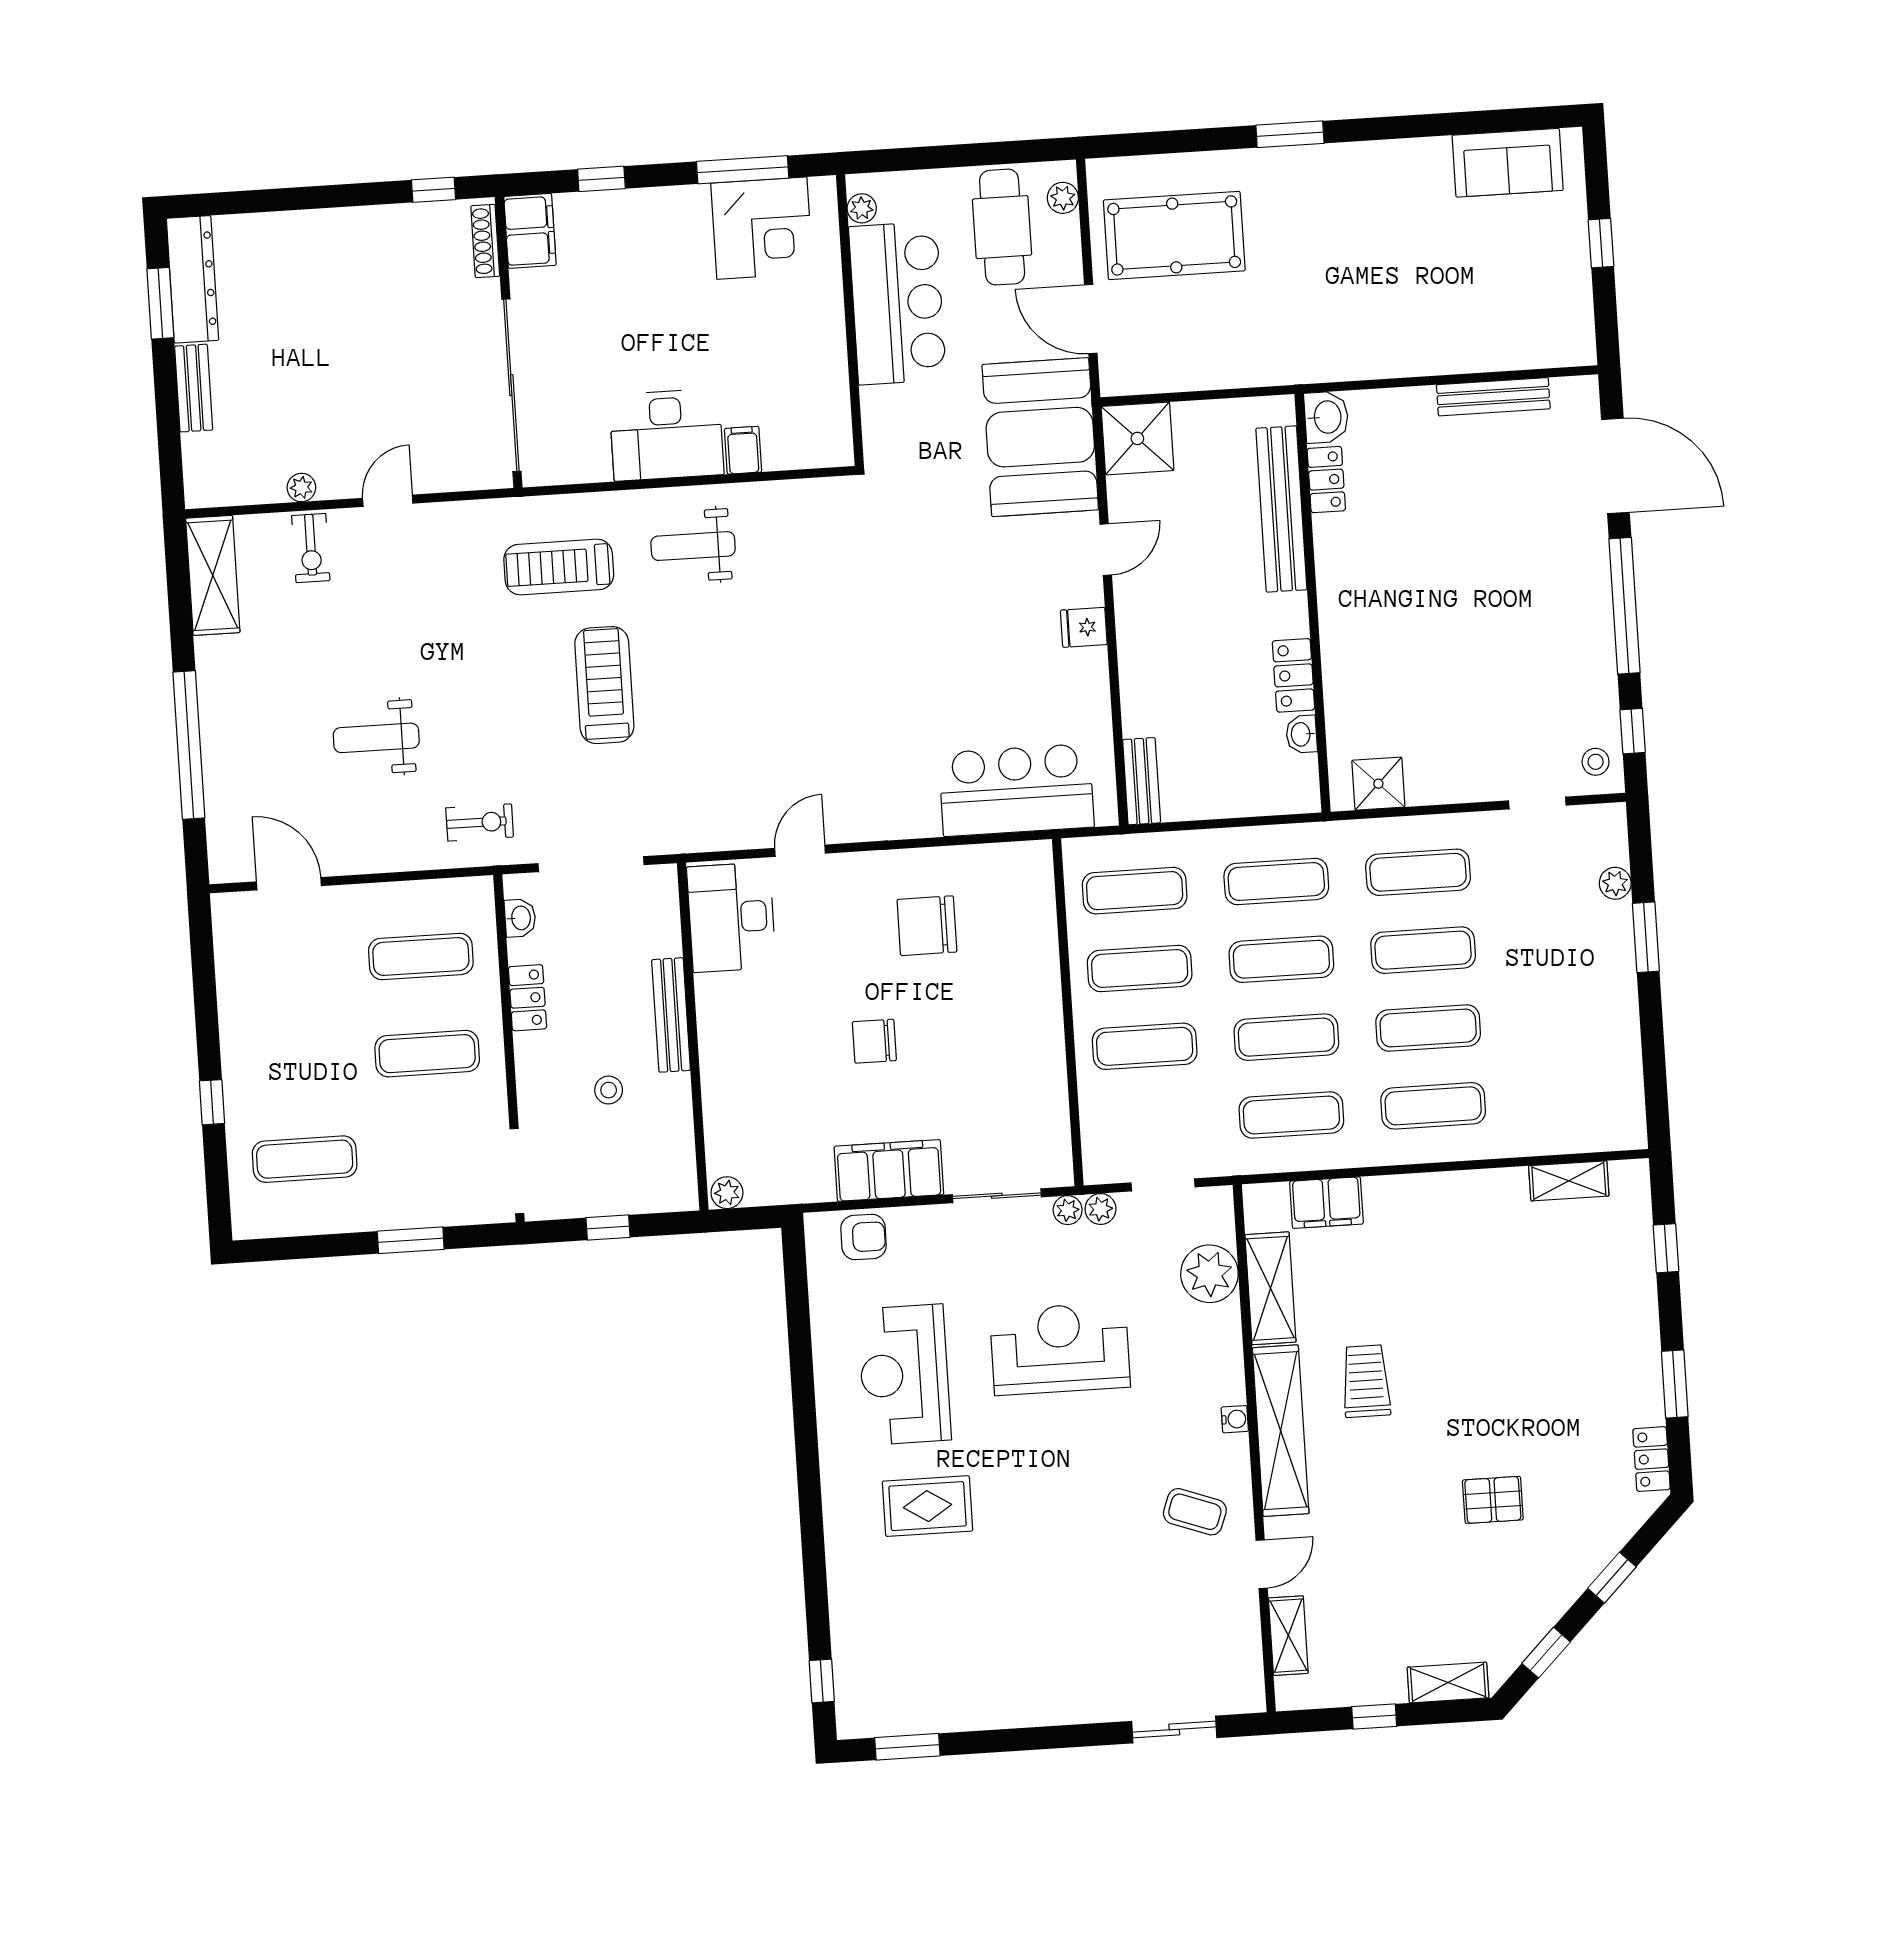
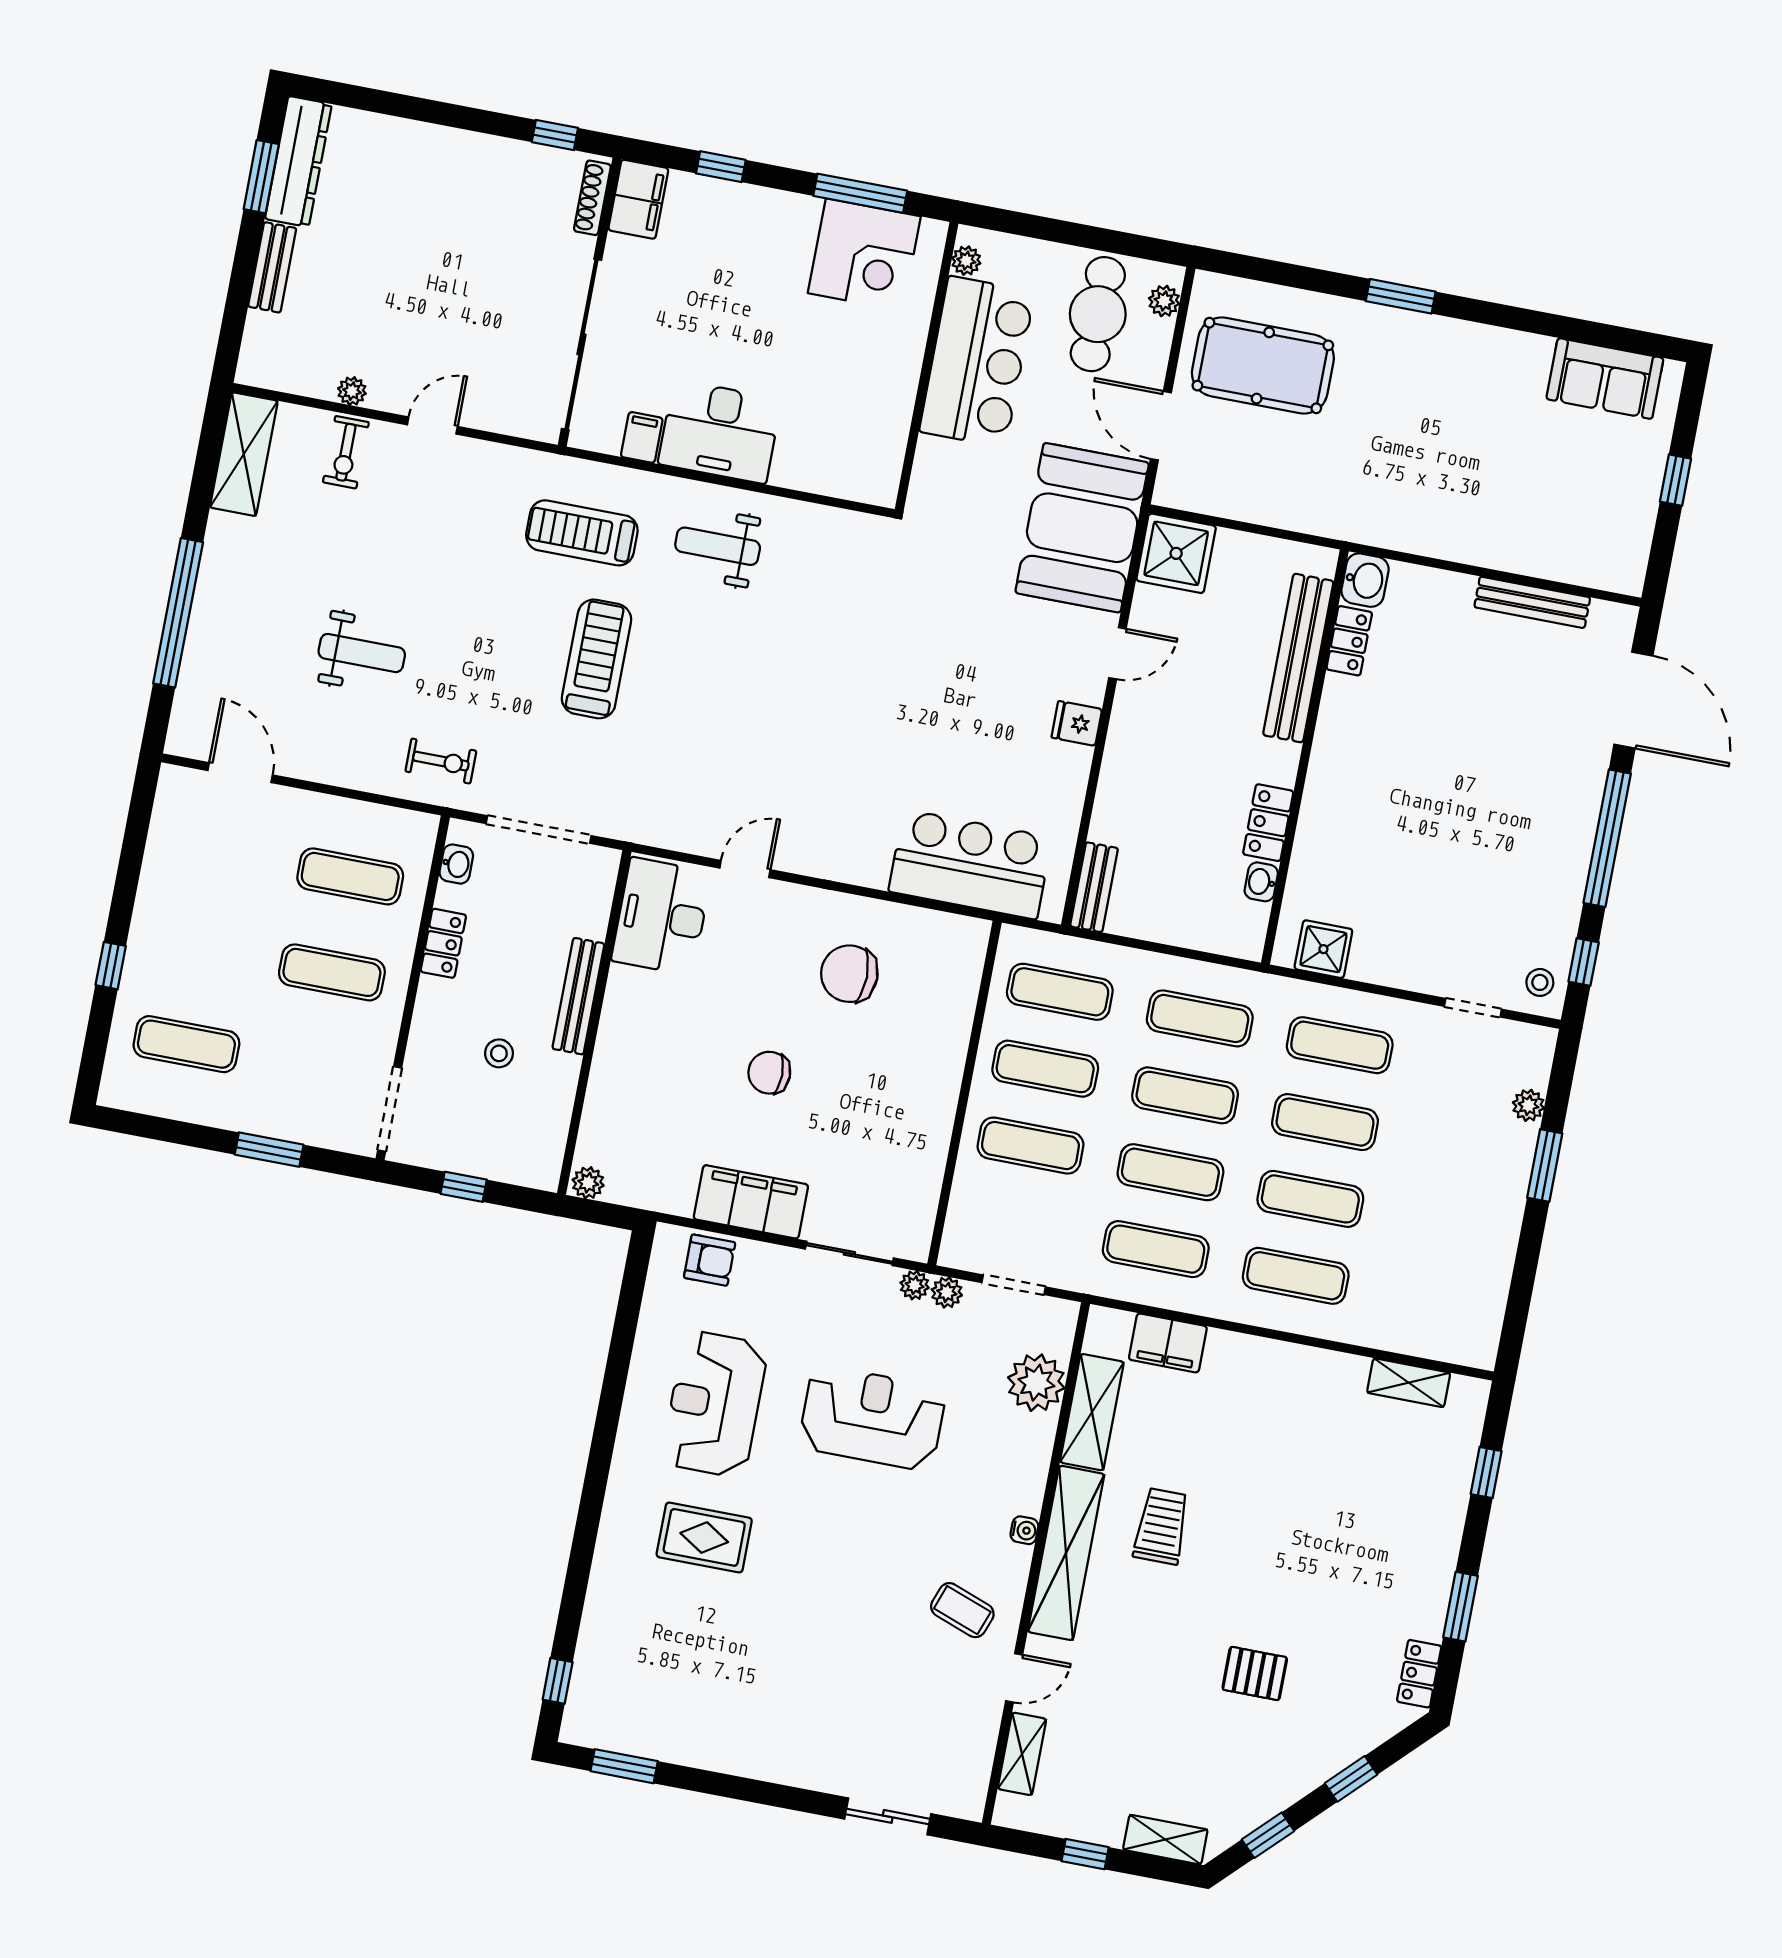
filing cabinet: (743, 450) -> (642, 437), moved
weight bench: (376, 738) -> (362, 653), turned 180

